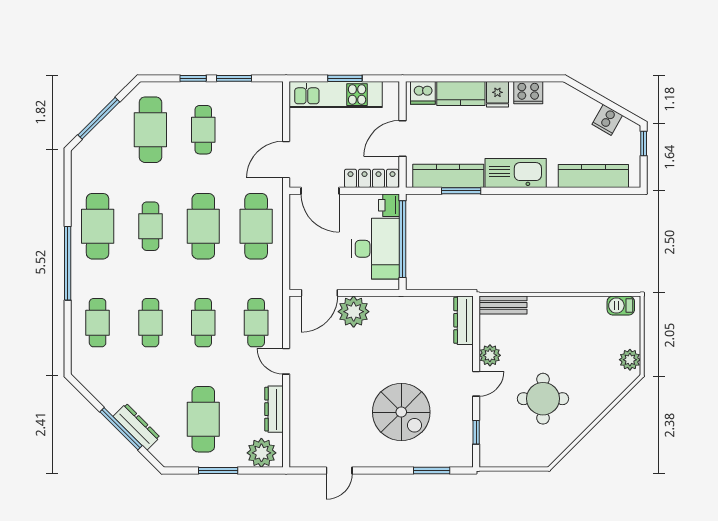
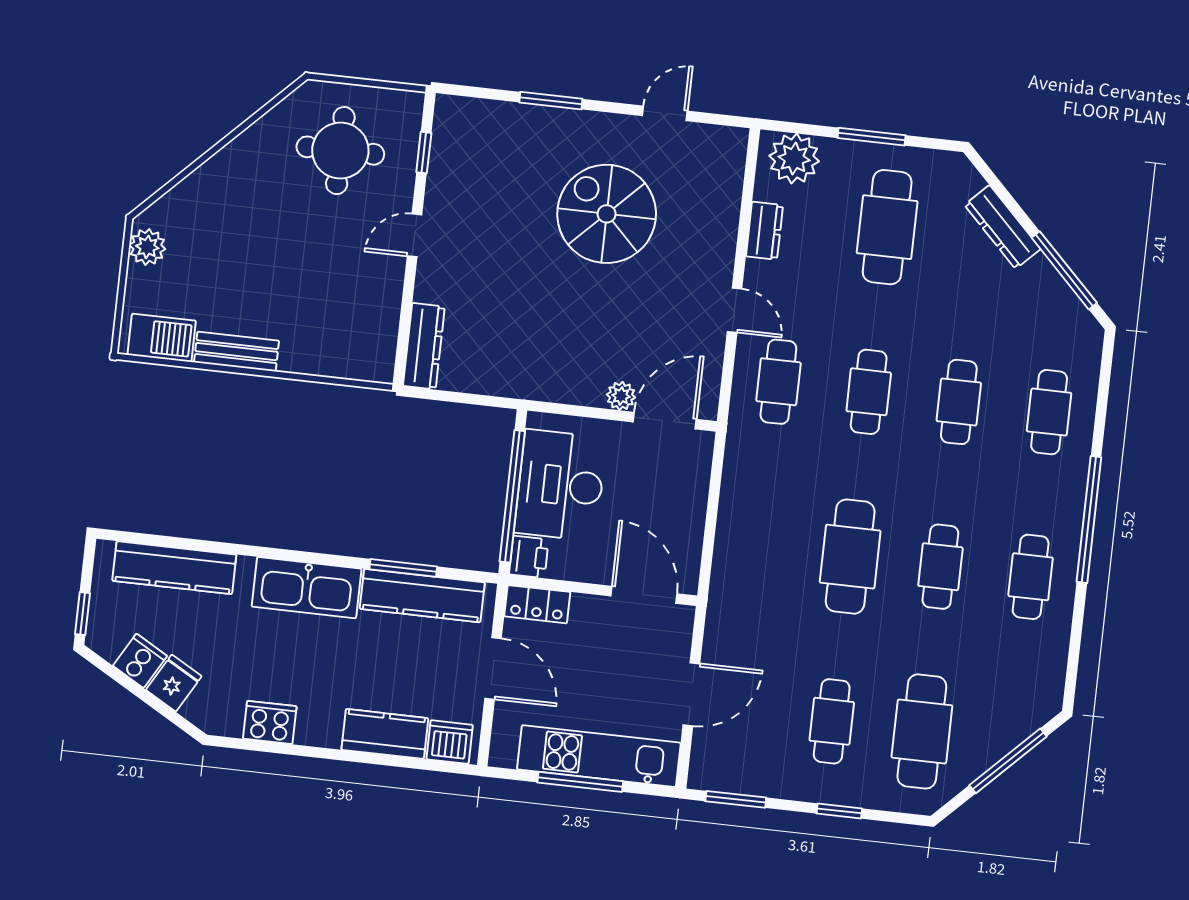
window: (234, 78) -> (736, 799), moved
window: (345, 78) -> (580, 782), width x1.44
fridge: (497, 94) -> (174, 683), moved, turned 30
door: (403, 138) -> (493, 668), hinge flipped
door: (286, 160) -> (691, 694), moved
locker: (371, 178) -> (537, 604), width x0.66
cafe table: (98, 226) -> (1031, 577), width x0.73, depth x0.74
cafe table: (256, 226) -> (760, 546), removed
bench: (503, 305) -> (236, 352), moved
barbecue: (621, 306) -> (162, 338), width x1.38, depth x1.27
plant: (354, 312) -> (621, 396), width x0.53, depth x0.53
plant: (490, 355) -> (385, 281), removed
round table: (543, 399) -> (340, 151), moved
dresser: (274, 409) -> (764, 231), width x0.70
spiral stairs: (401, 412) -> (607, 214), moved
window: (121, 429) -> (1064, 270), moved
window: (432, 471) -> (551, 101), moved

